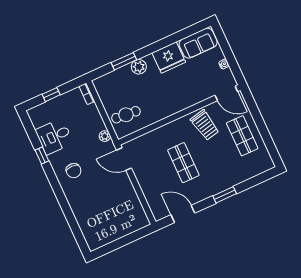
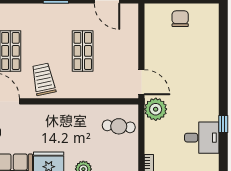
plant: (105, 136) -> (156, 109), width x1.87, depth x1.87
chair: (74, 171) -> (180, 19), moved

